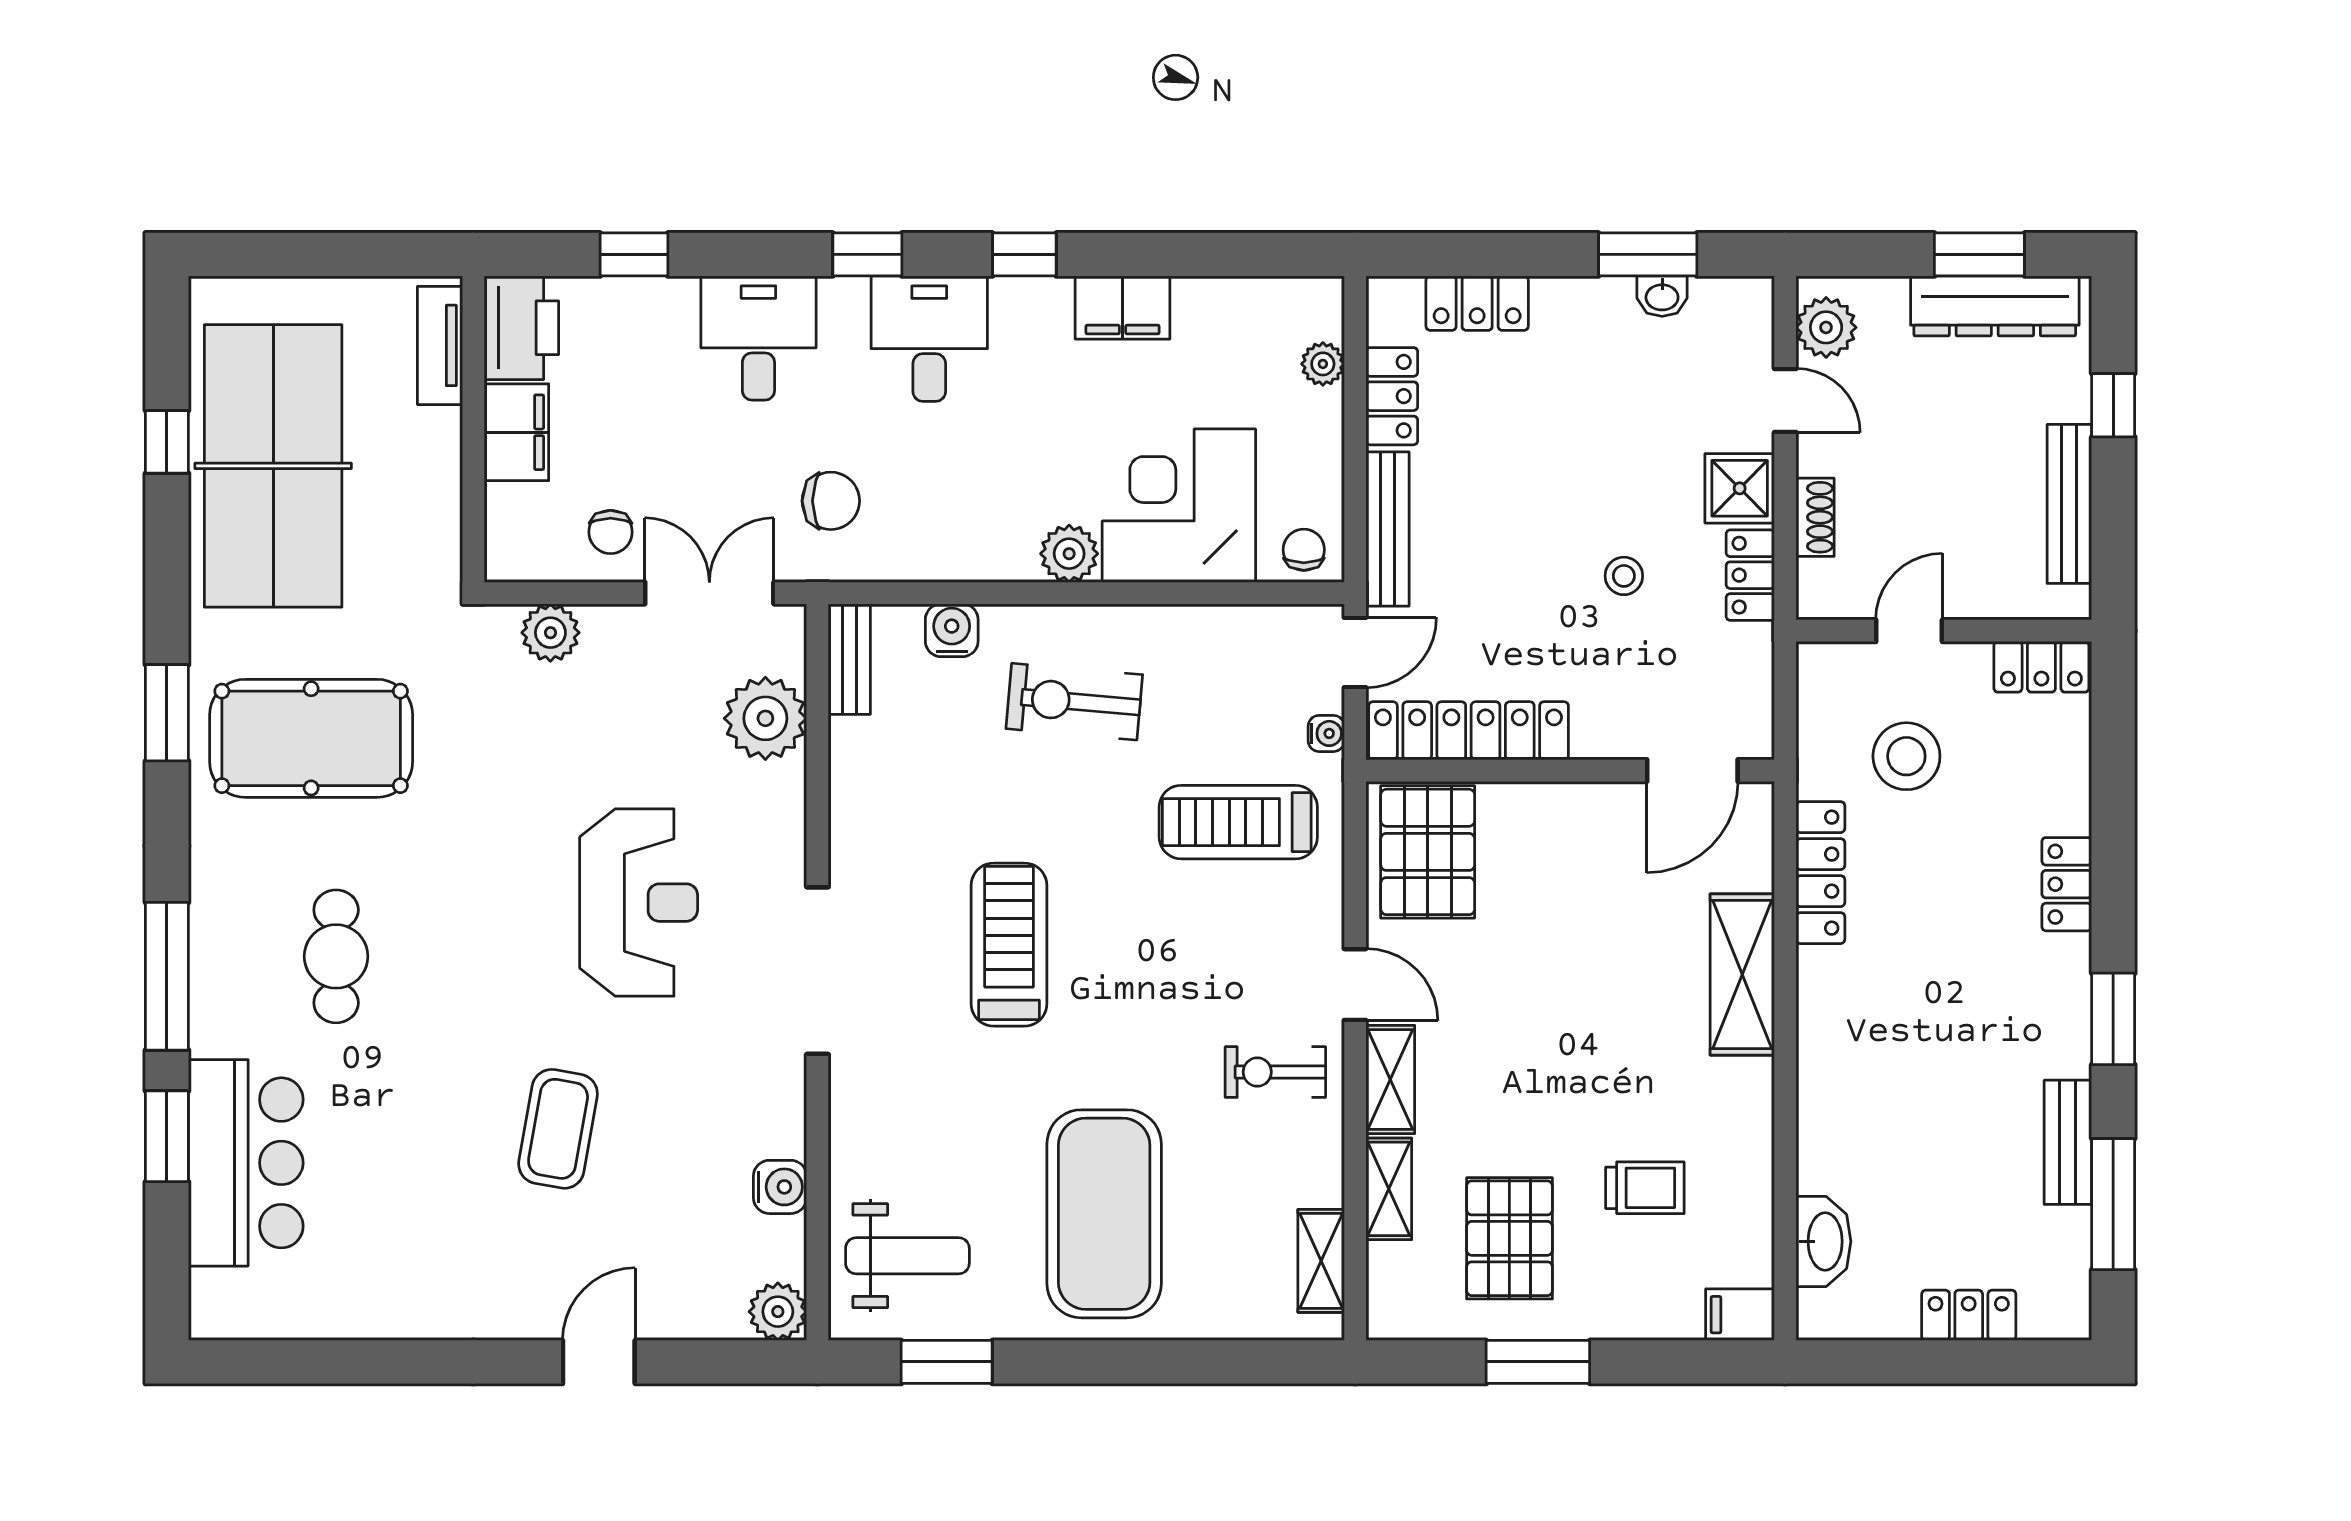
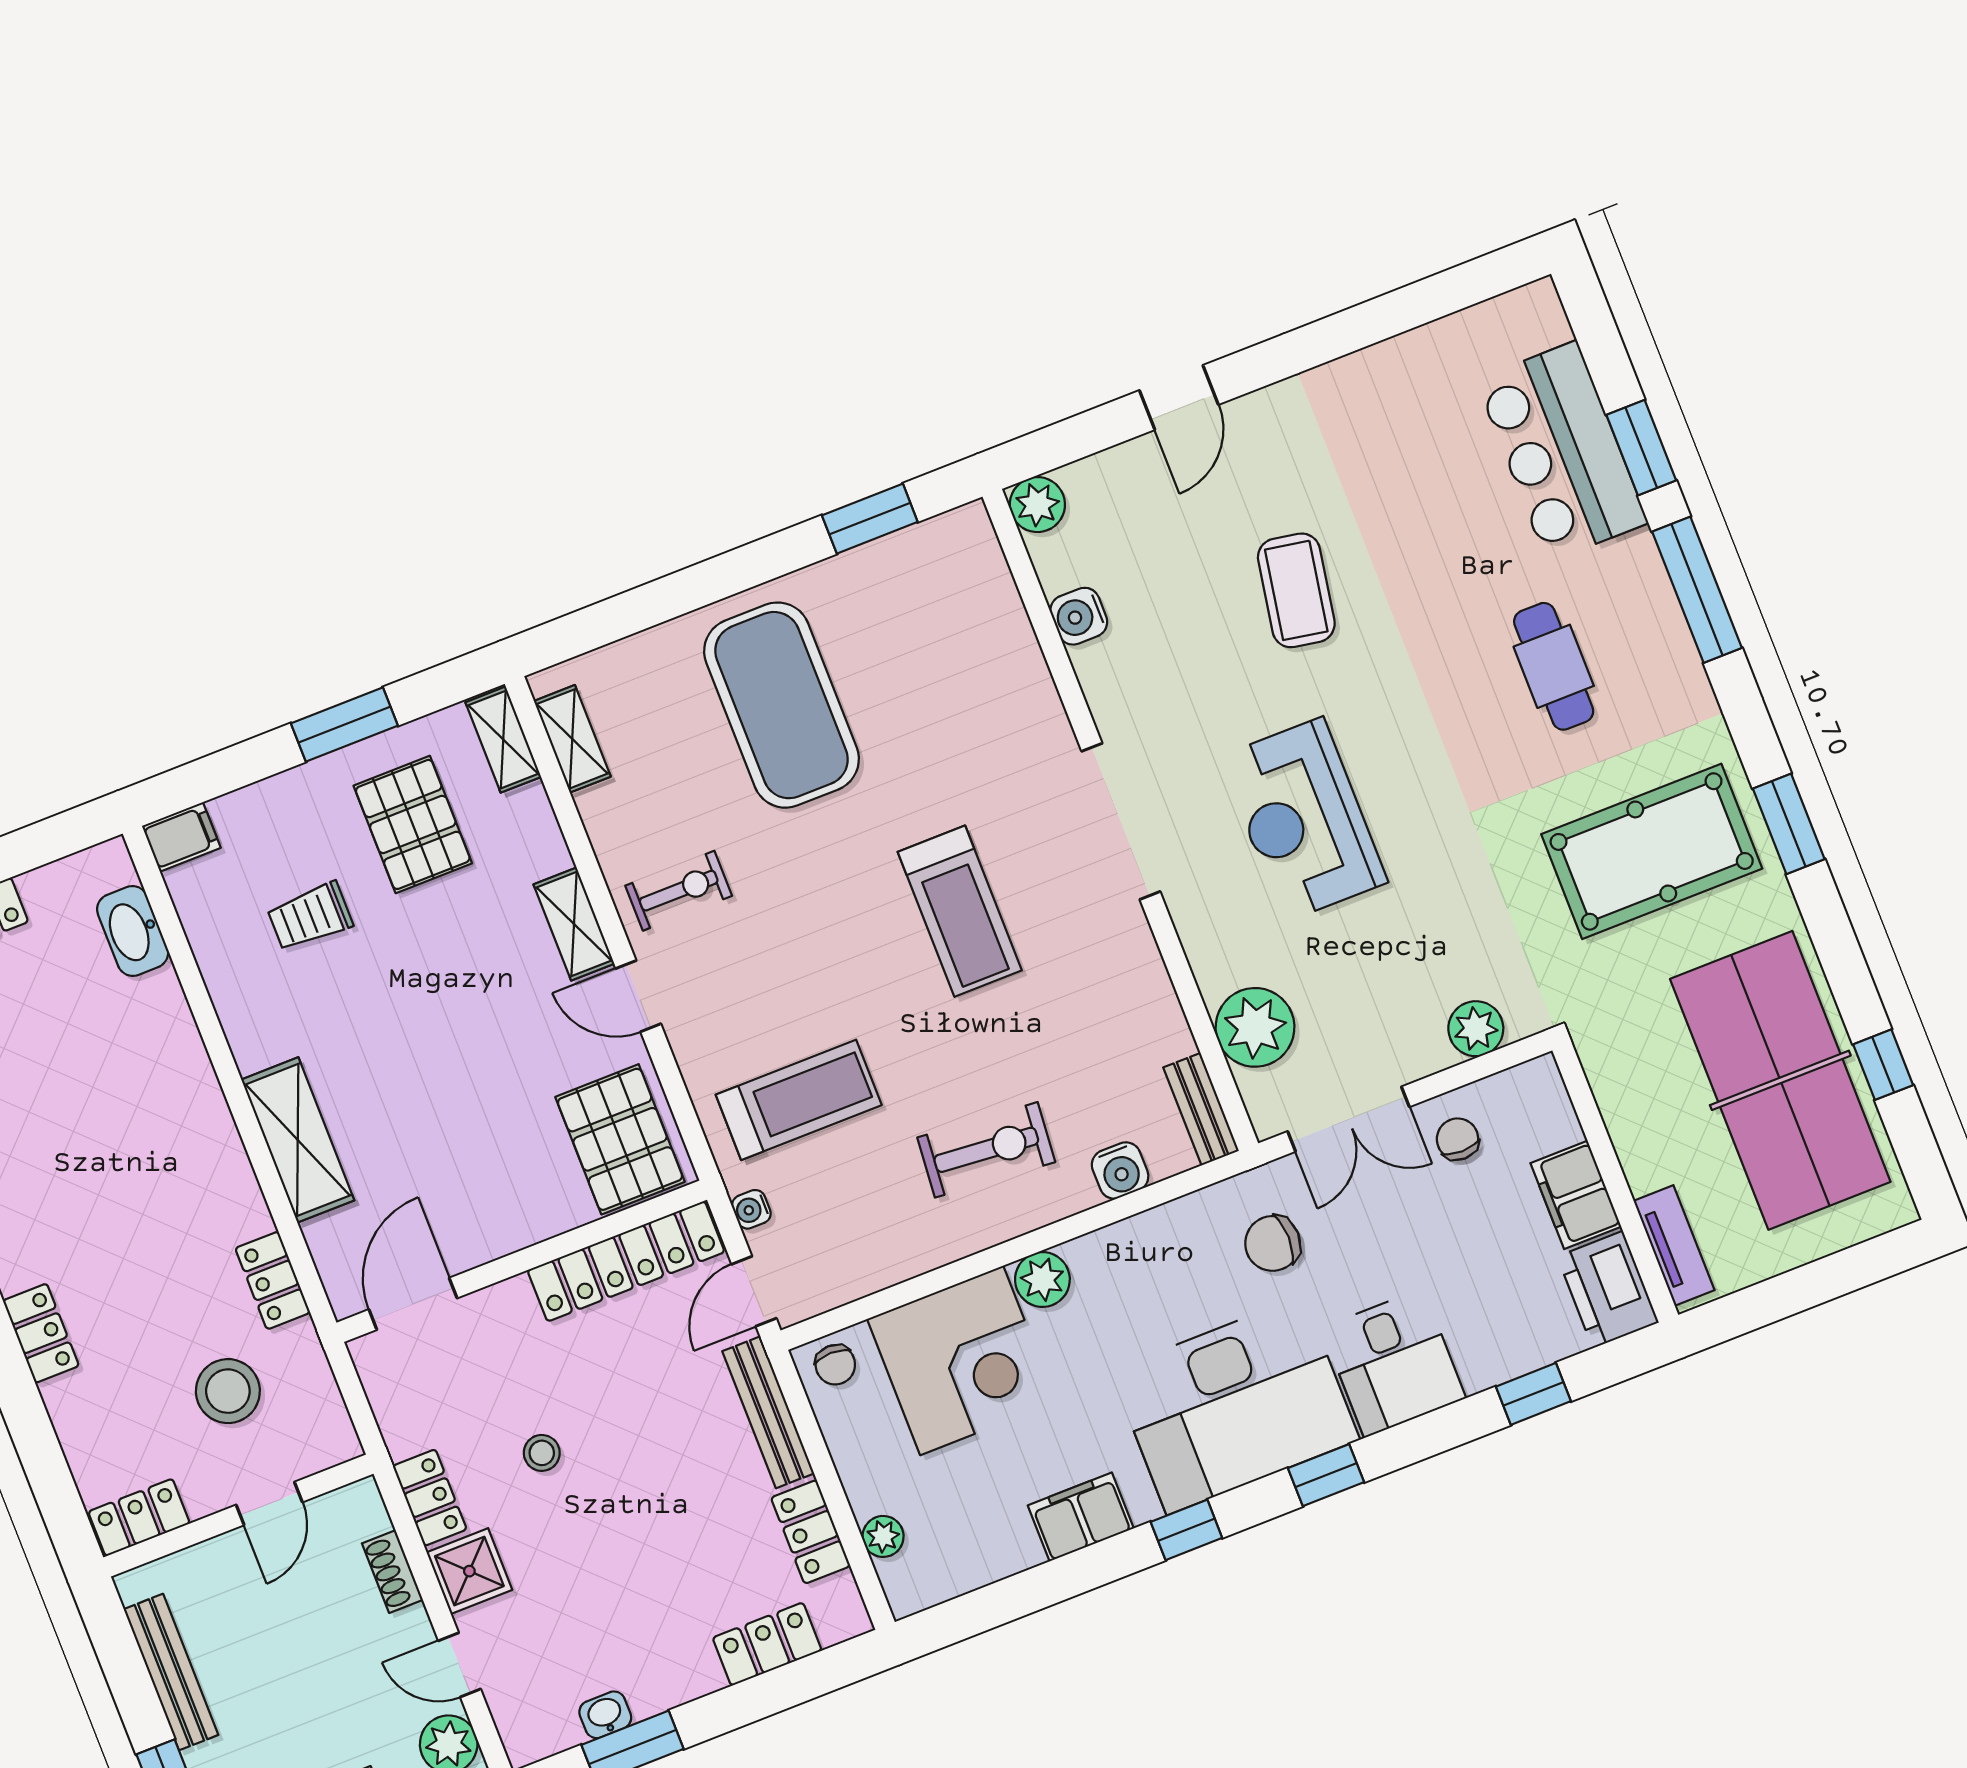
desk: (929, 339) -> (1235, 1405), width x1.87, depth x1.30
locker: (1820, 873) -> (273, 1280), width x0.66
shelving: (1389, 1189) -> (503, 740), moved
weight bench: (907, 1256) -> (942, 599), removed

